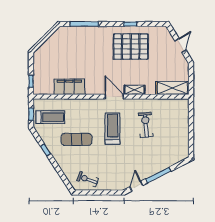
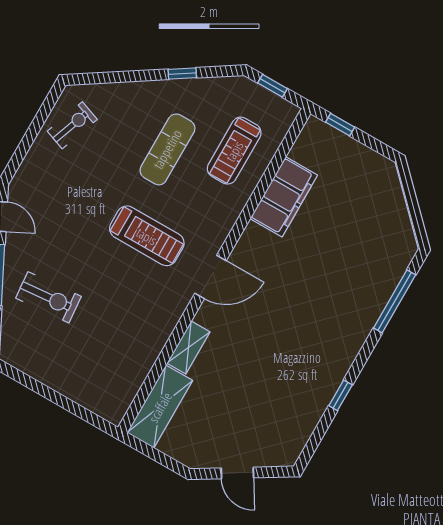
pallet: (131, 47) -> (294, 370), removed
shelving: (134, 90) -> (188, 347), moved
treadmill: (50, 117) -> (234, 151), moved
exercise bike: (146, 125) -> (48, 297), moved

